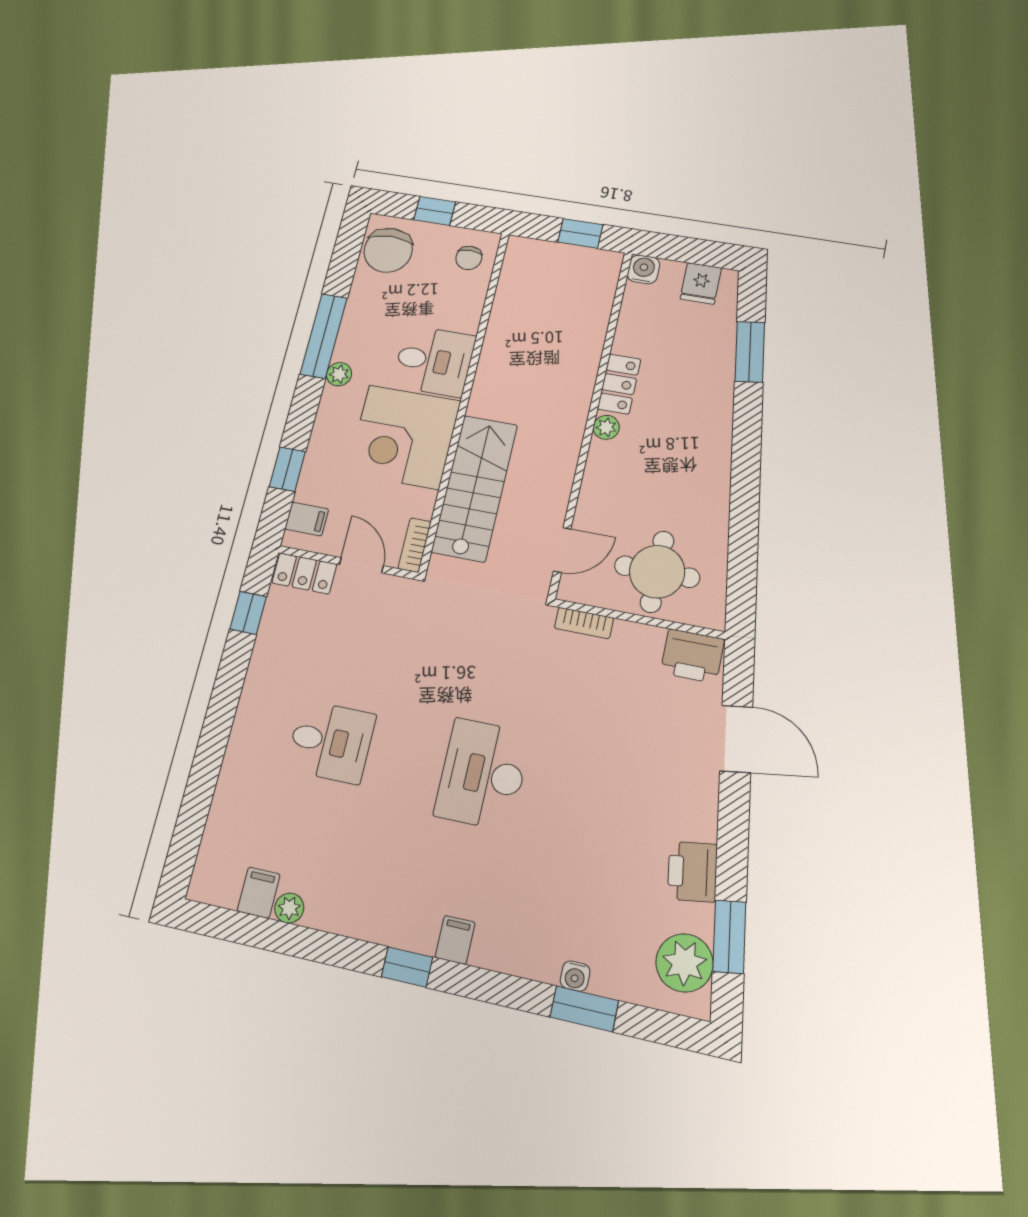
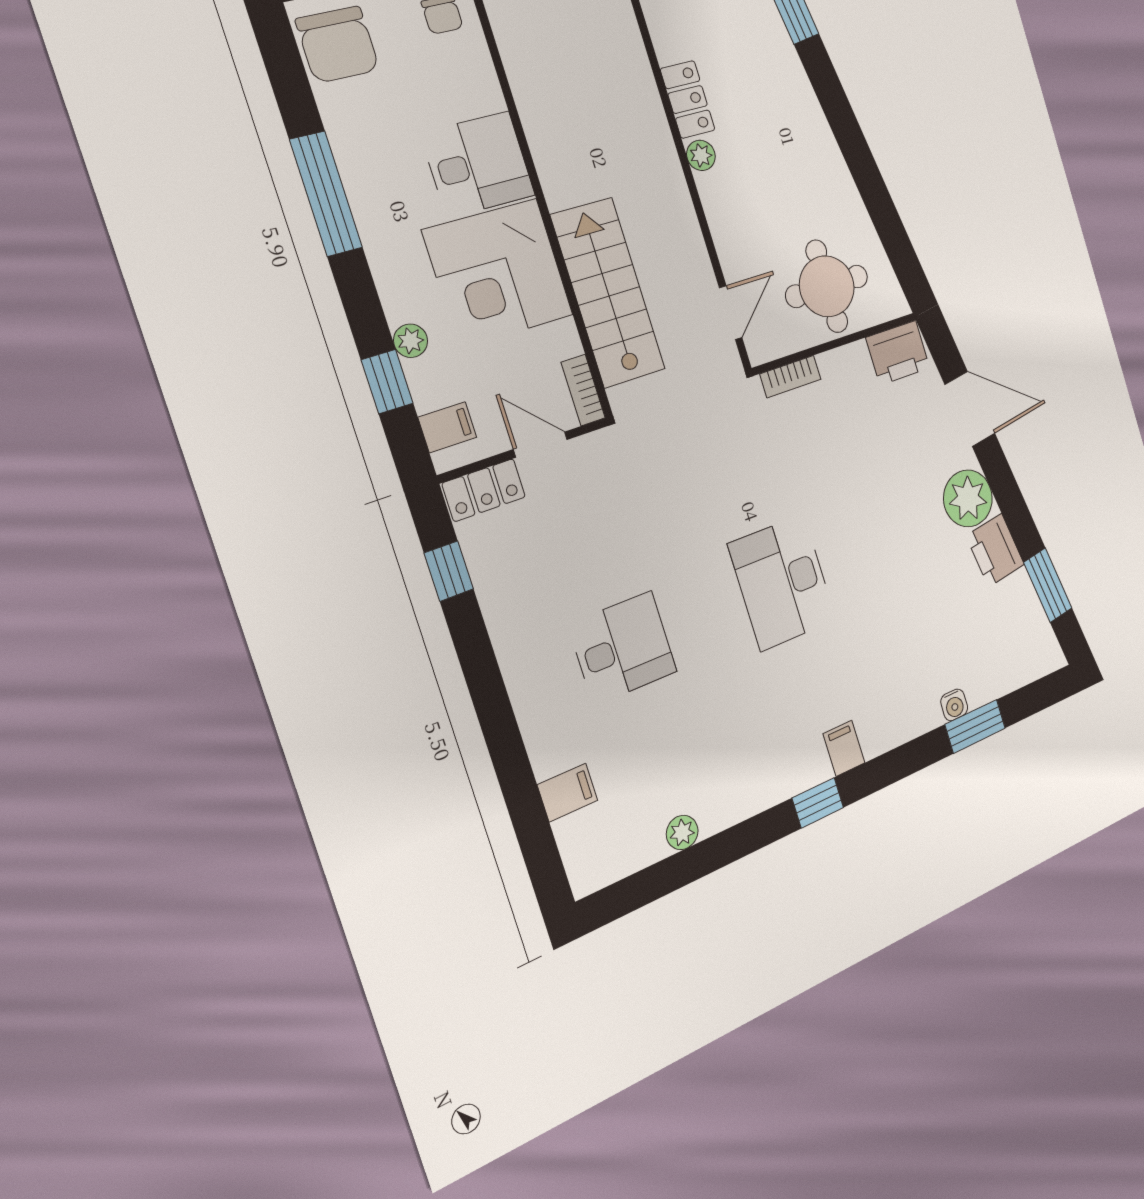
plant: (339, 374) -> (411, 341), moved
filing cabinet: (259, 893) -> (567, 793), moved, turned 90
plant: (684, 963) -> (968, 498), moved

